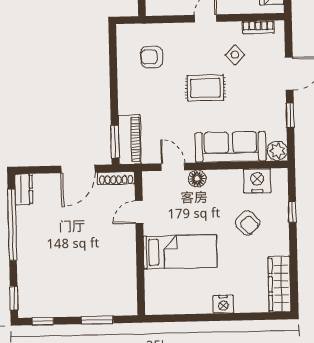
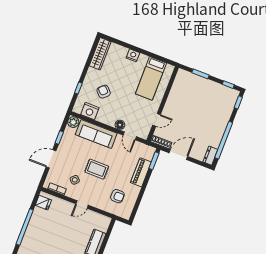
piano: (130, 140) -> (141, 172), moved
bed: (180, 252) -> (151, 78), moved, turned -90

